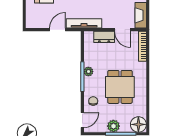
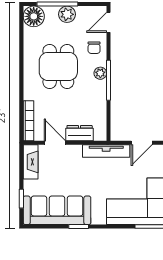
plant: (88, 72) -> (100, 73), moved

